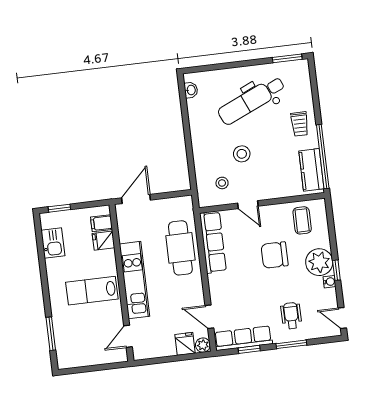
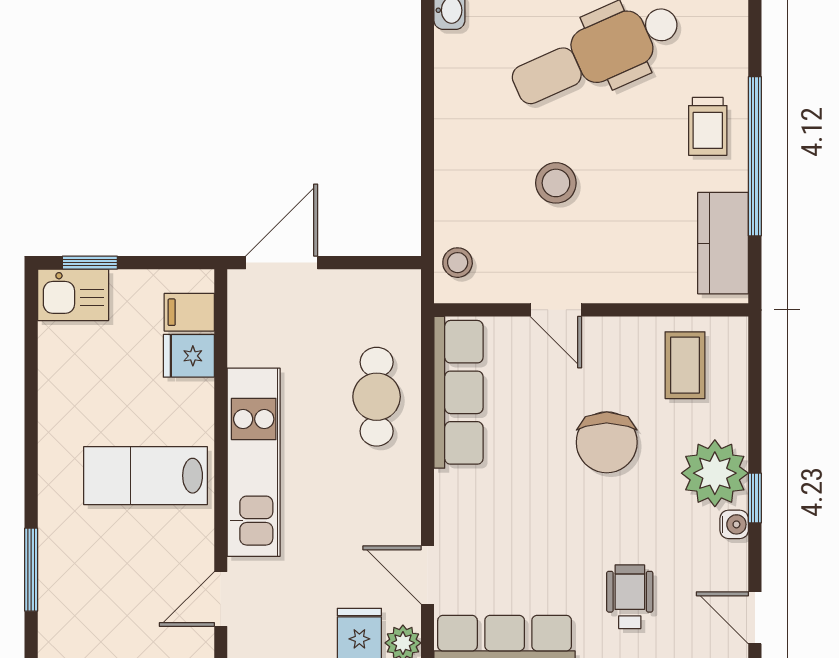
window: (323, 157) -> (755, 156), moved
stool: (222, 183) -> (458, 263), moved
kitchen sink: (53, 243) -> (73, 295), moved, turned 90
cafe table: (180, 248) -> (377, 397), width x0.73, depth x0.74
chair: (275, 255) -> (607, 442), turned -90

